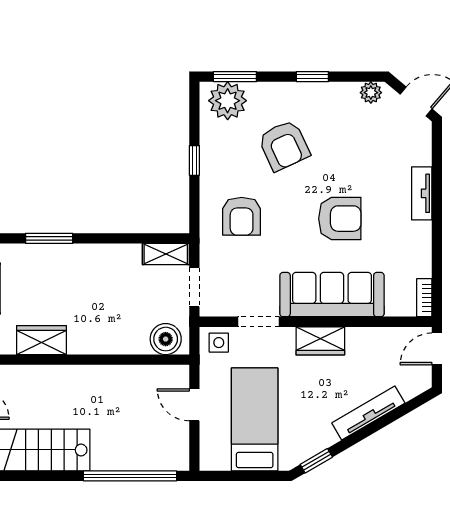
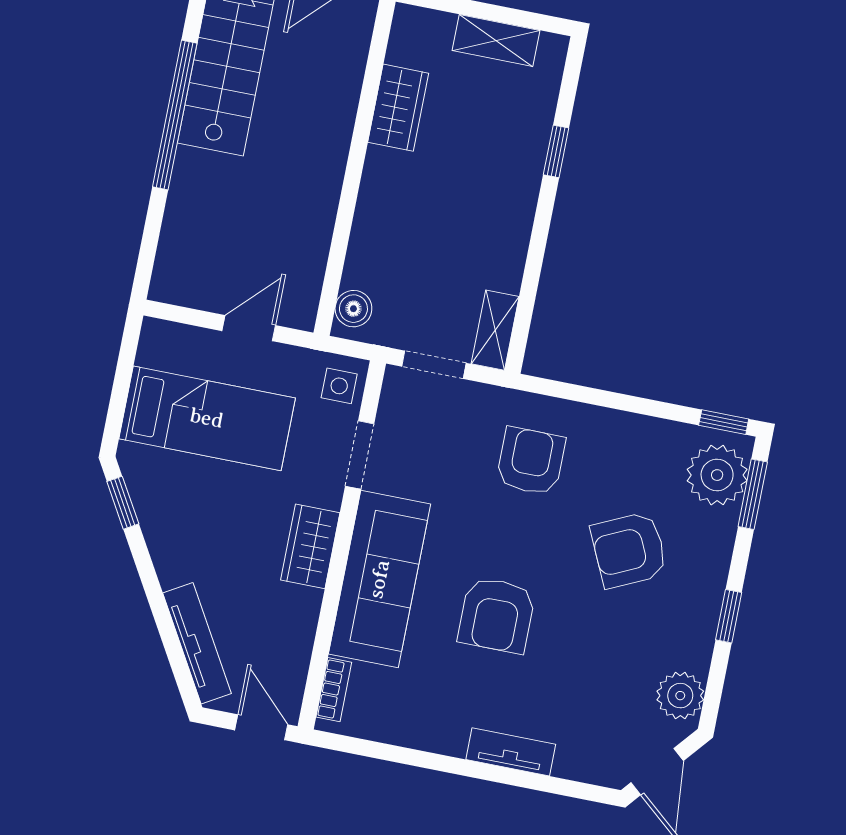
plant: (371, 93) -> (680, 696), width x1.38, depth x1.38
window: (194, 160) -> (724, 422), moved
armchair: (242, 216) -> (531, 461), turned 90
window: (49, 238) -> (556, 151), width x0.67
bookcase: (424, 298) -> (334, 690), moved, turned 90
boiler: (166, 339) -> (353, 309), width x0.73, depth x0.73
tv unit: (368, 413) -> (197, 643), moved
window: (130, 476) -> (175, 115), moved

